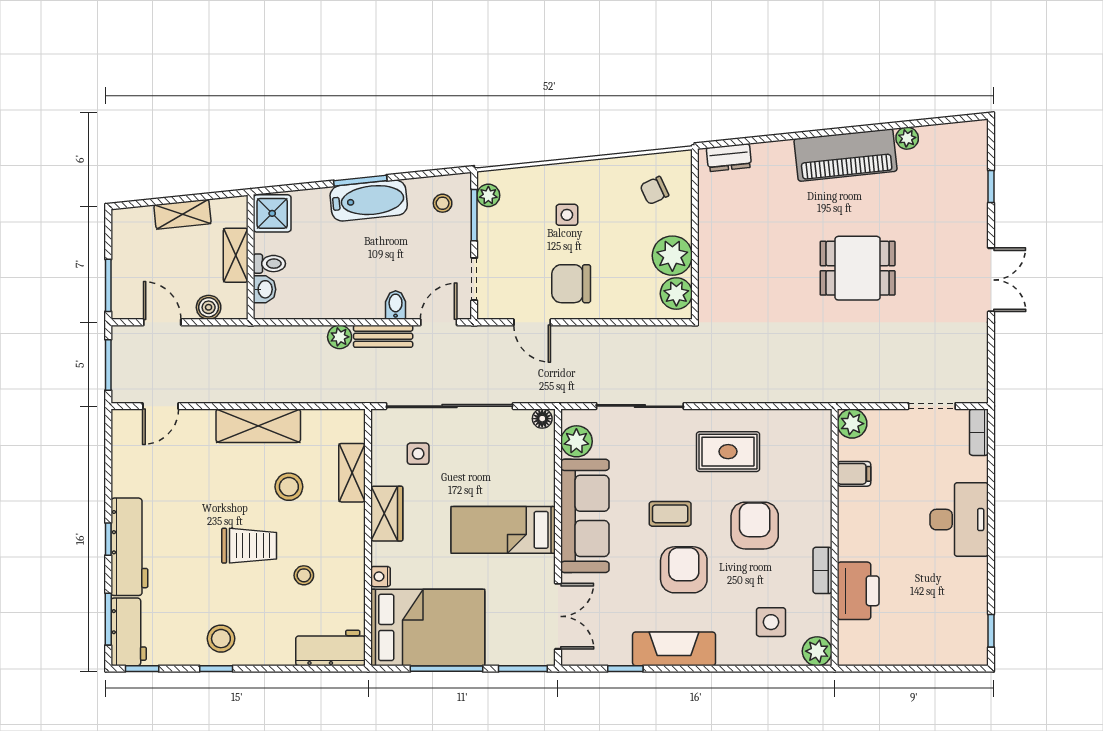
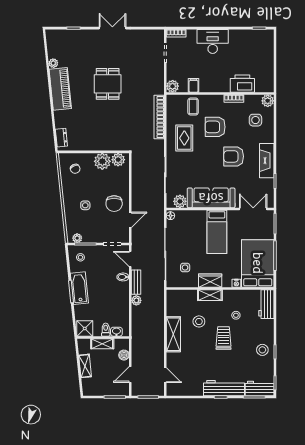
bookcase: (778, 391) -> (159, 117), added
shelving: (352, 473) -> (210, 295), moved
coffee table: (670, 514) -> (193, 107), moved

